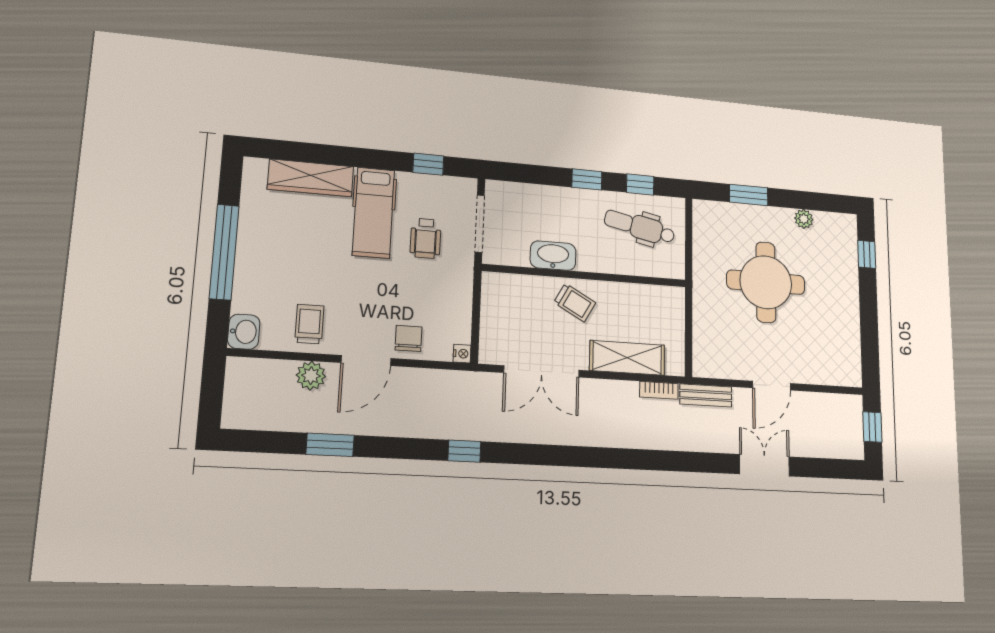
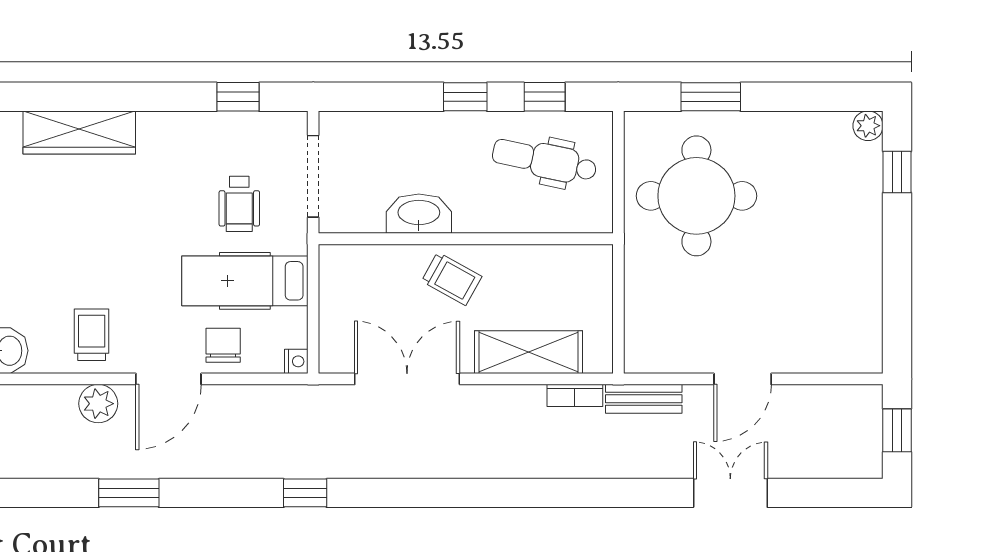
hospital bed: (374, 213) -> (245, 281), moved, turned 90
plant: (804, 219) -> (868, 126), moved
round table: (766, 282) -> (696, 196), moved
double door: (542, 371) -> (407, 379), swing flipped

